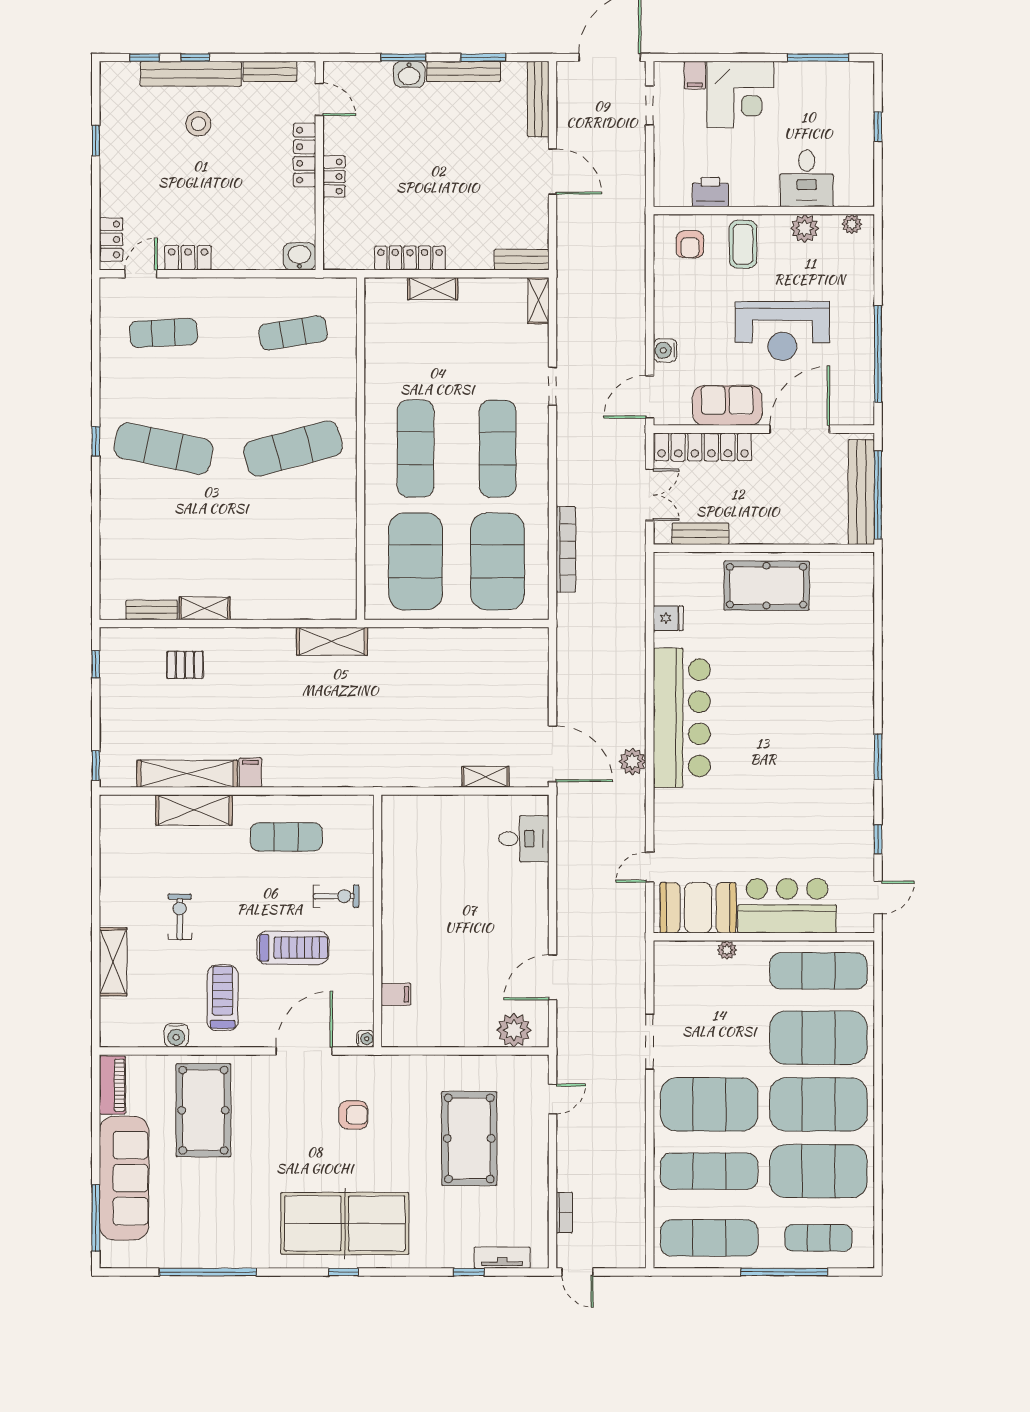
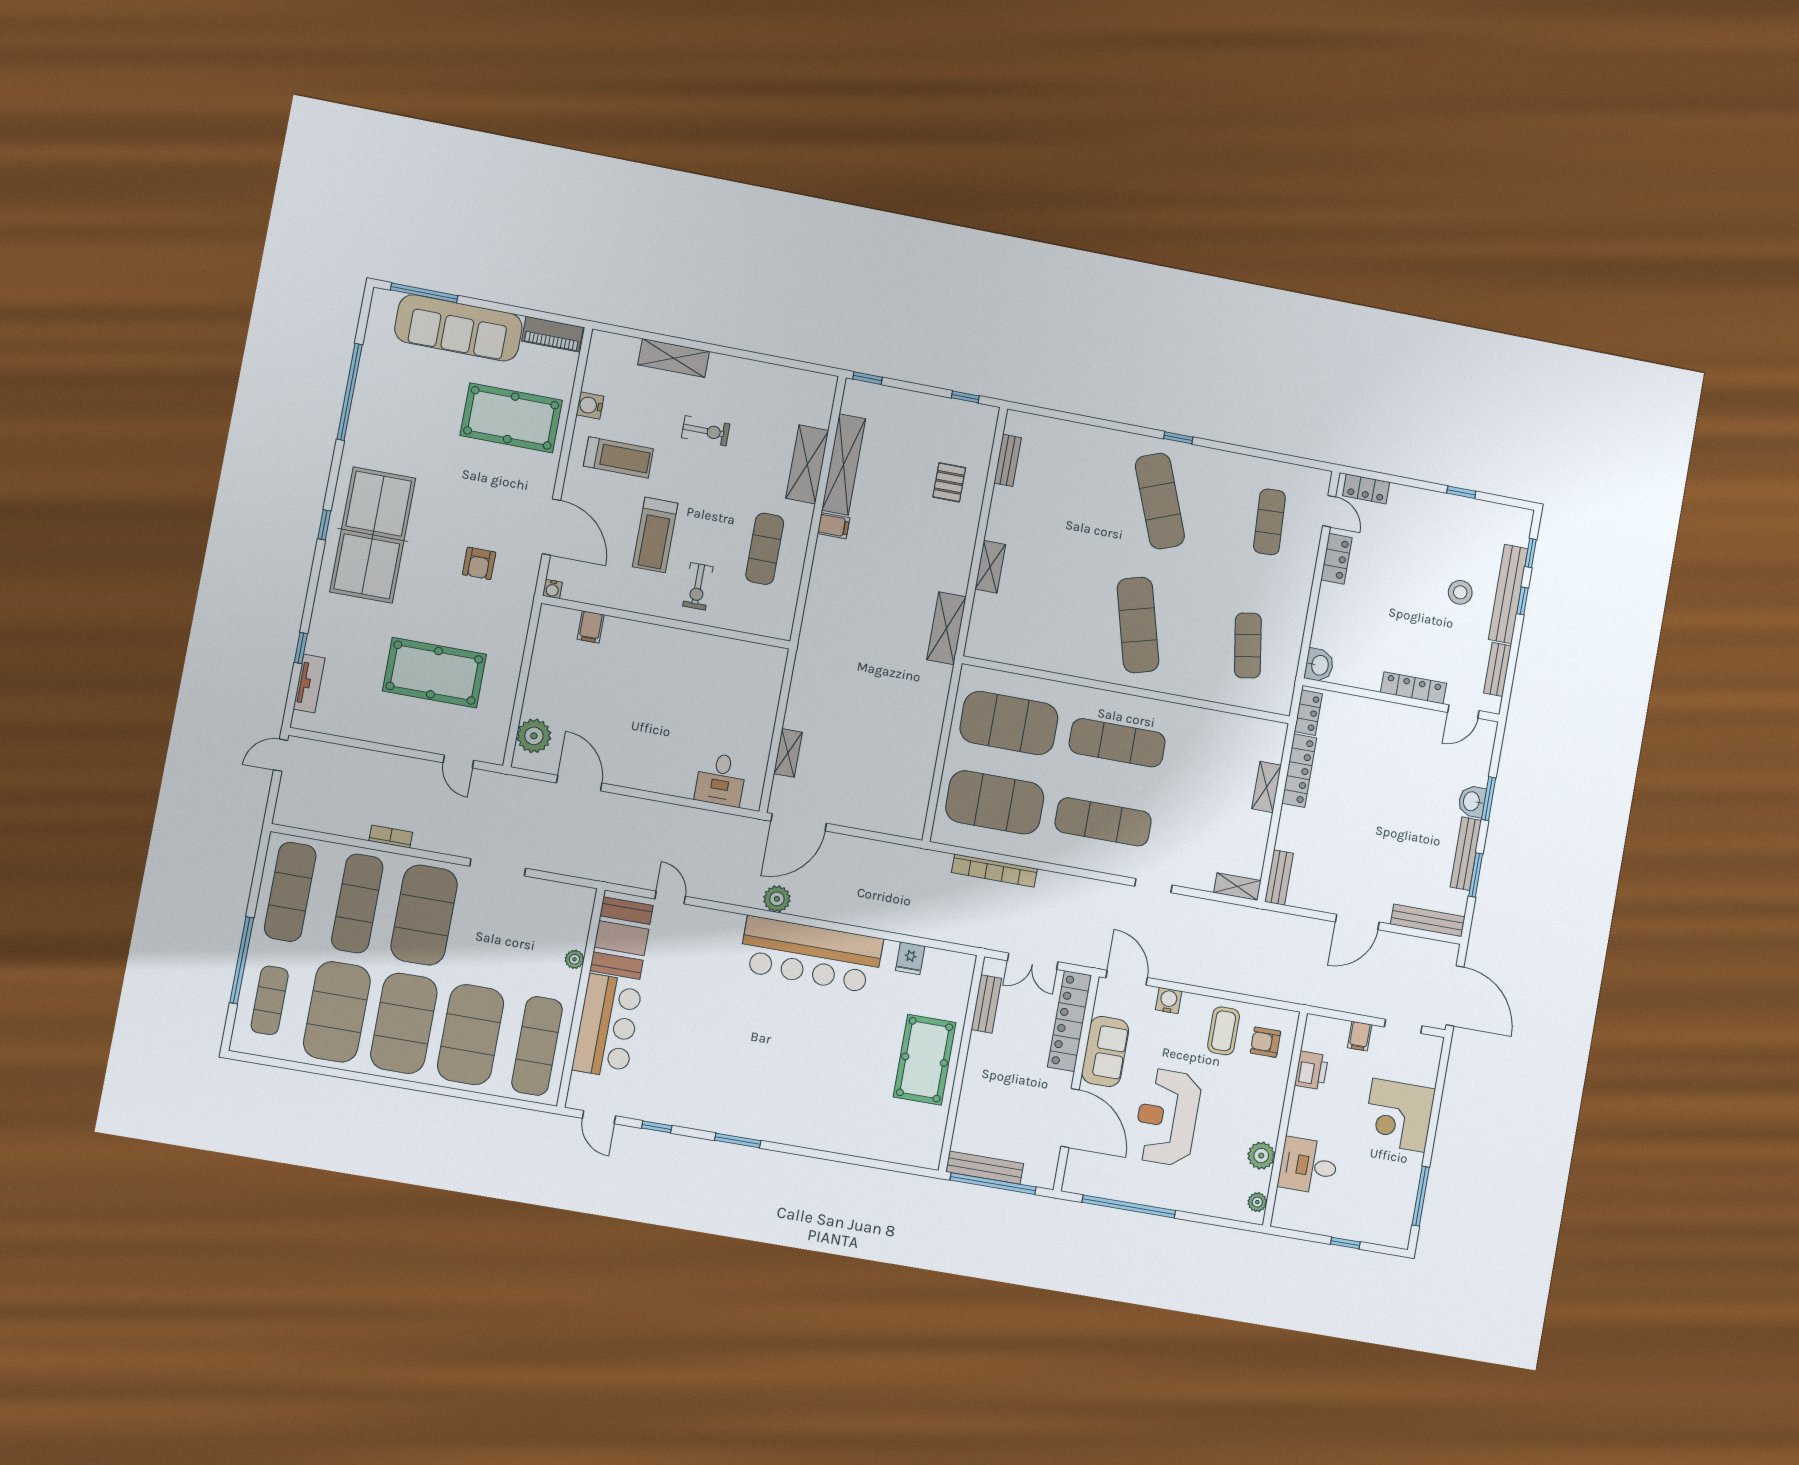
filing cabinet: (695, 75) -> (1360, 1036), moved, turned -90
locker: (334, 176) -> (1308, 713), moved, turned -90
coffee table: (743, 244) -> (1224, 1031), moved, turned 90
exercise mat: (163, 449) -> (1160, 501), turned -33
bench: (861, 492) -> (985, 1168), width x0.73, depth x0.82
shelving: (205, 608) -> (990, 567), moved
bookcase: (564, 1213) -> (391, 836), moved, turned 180

